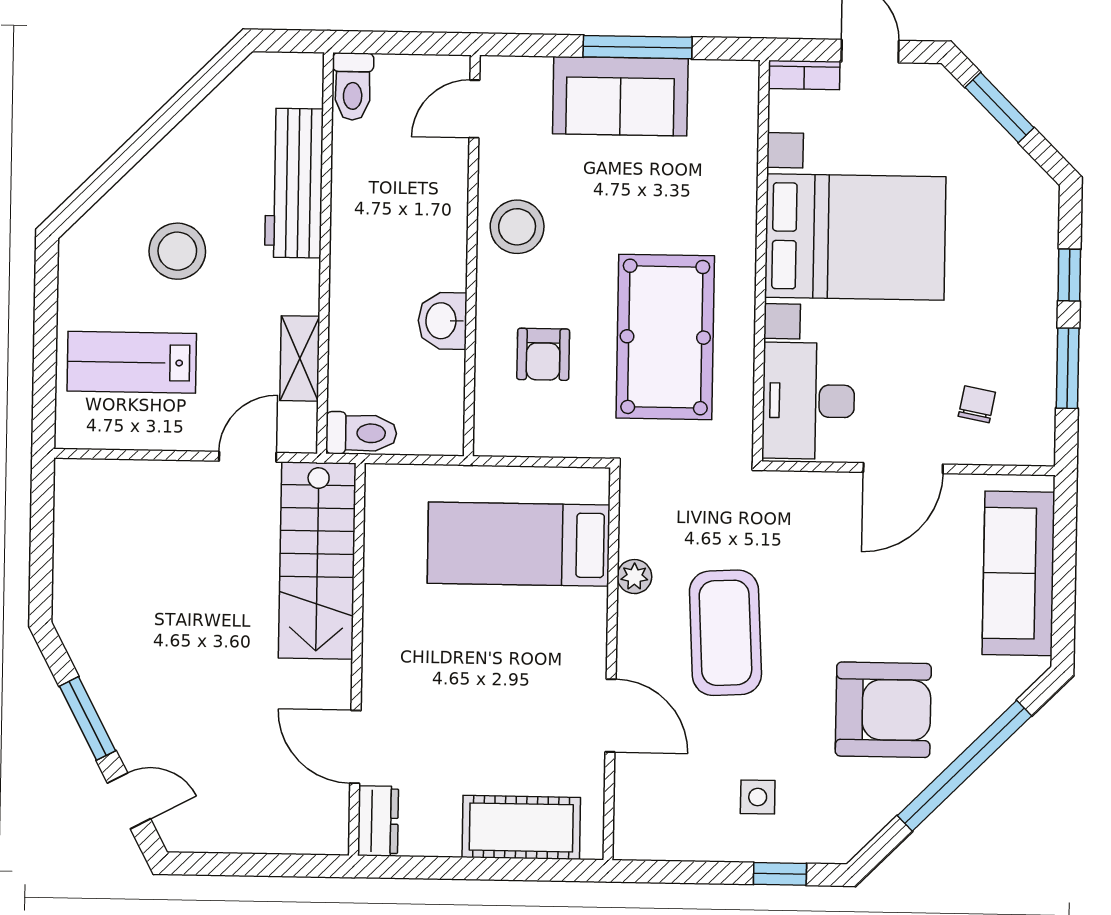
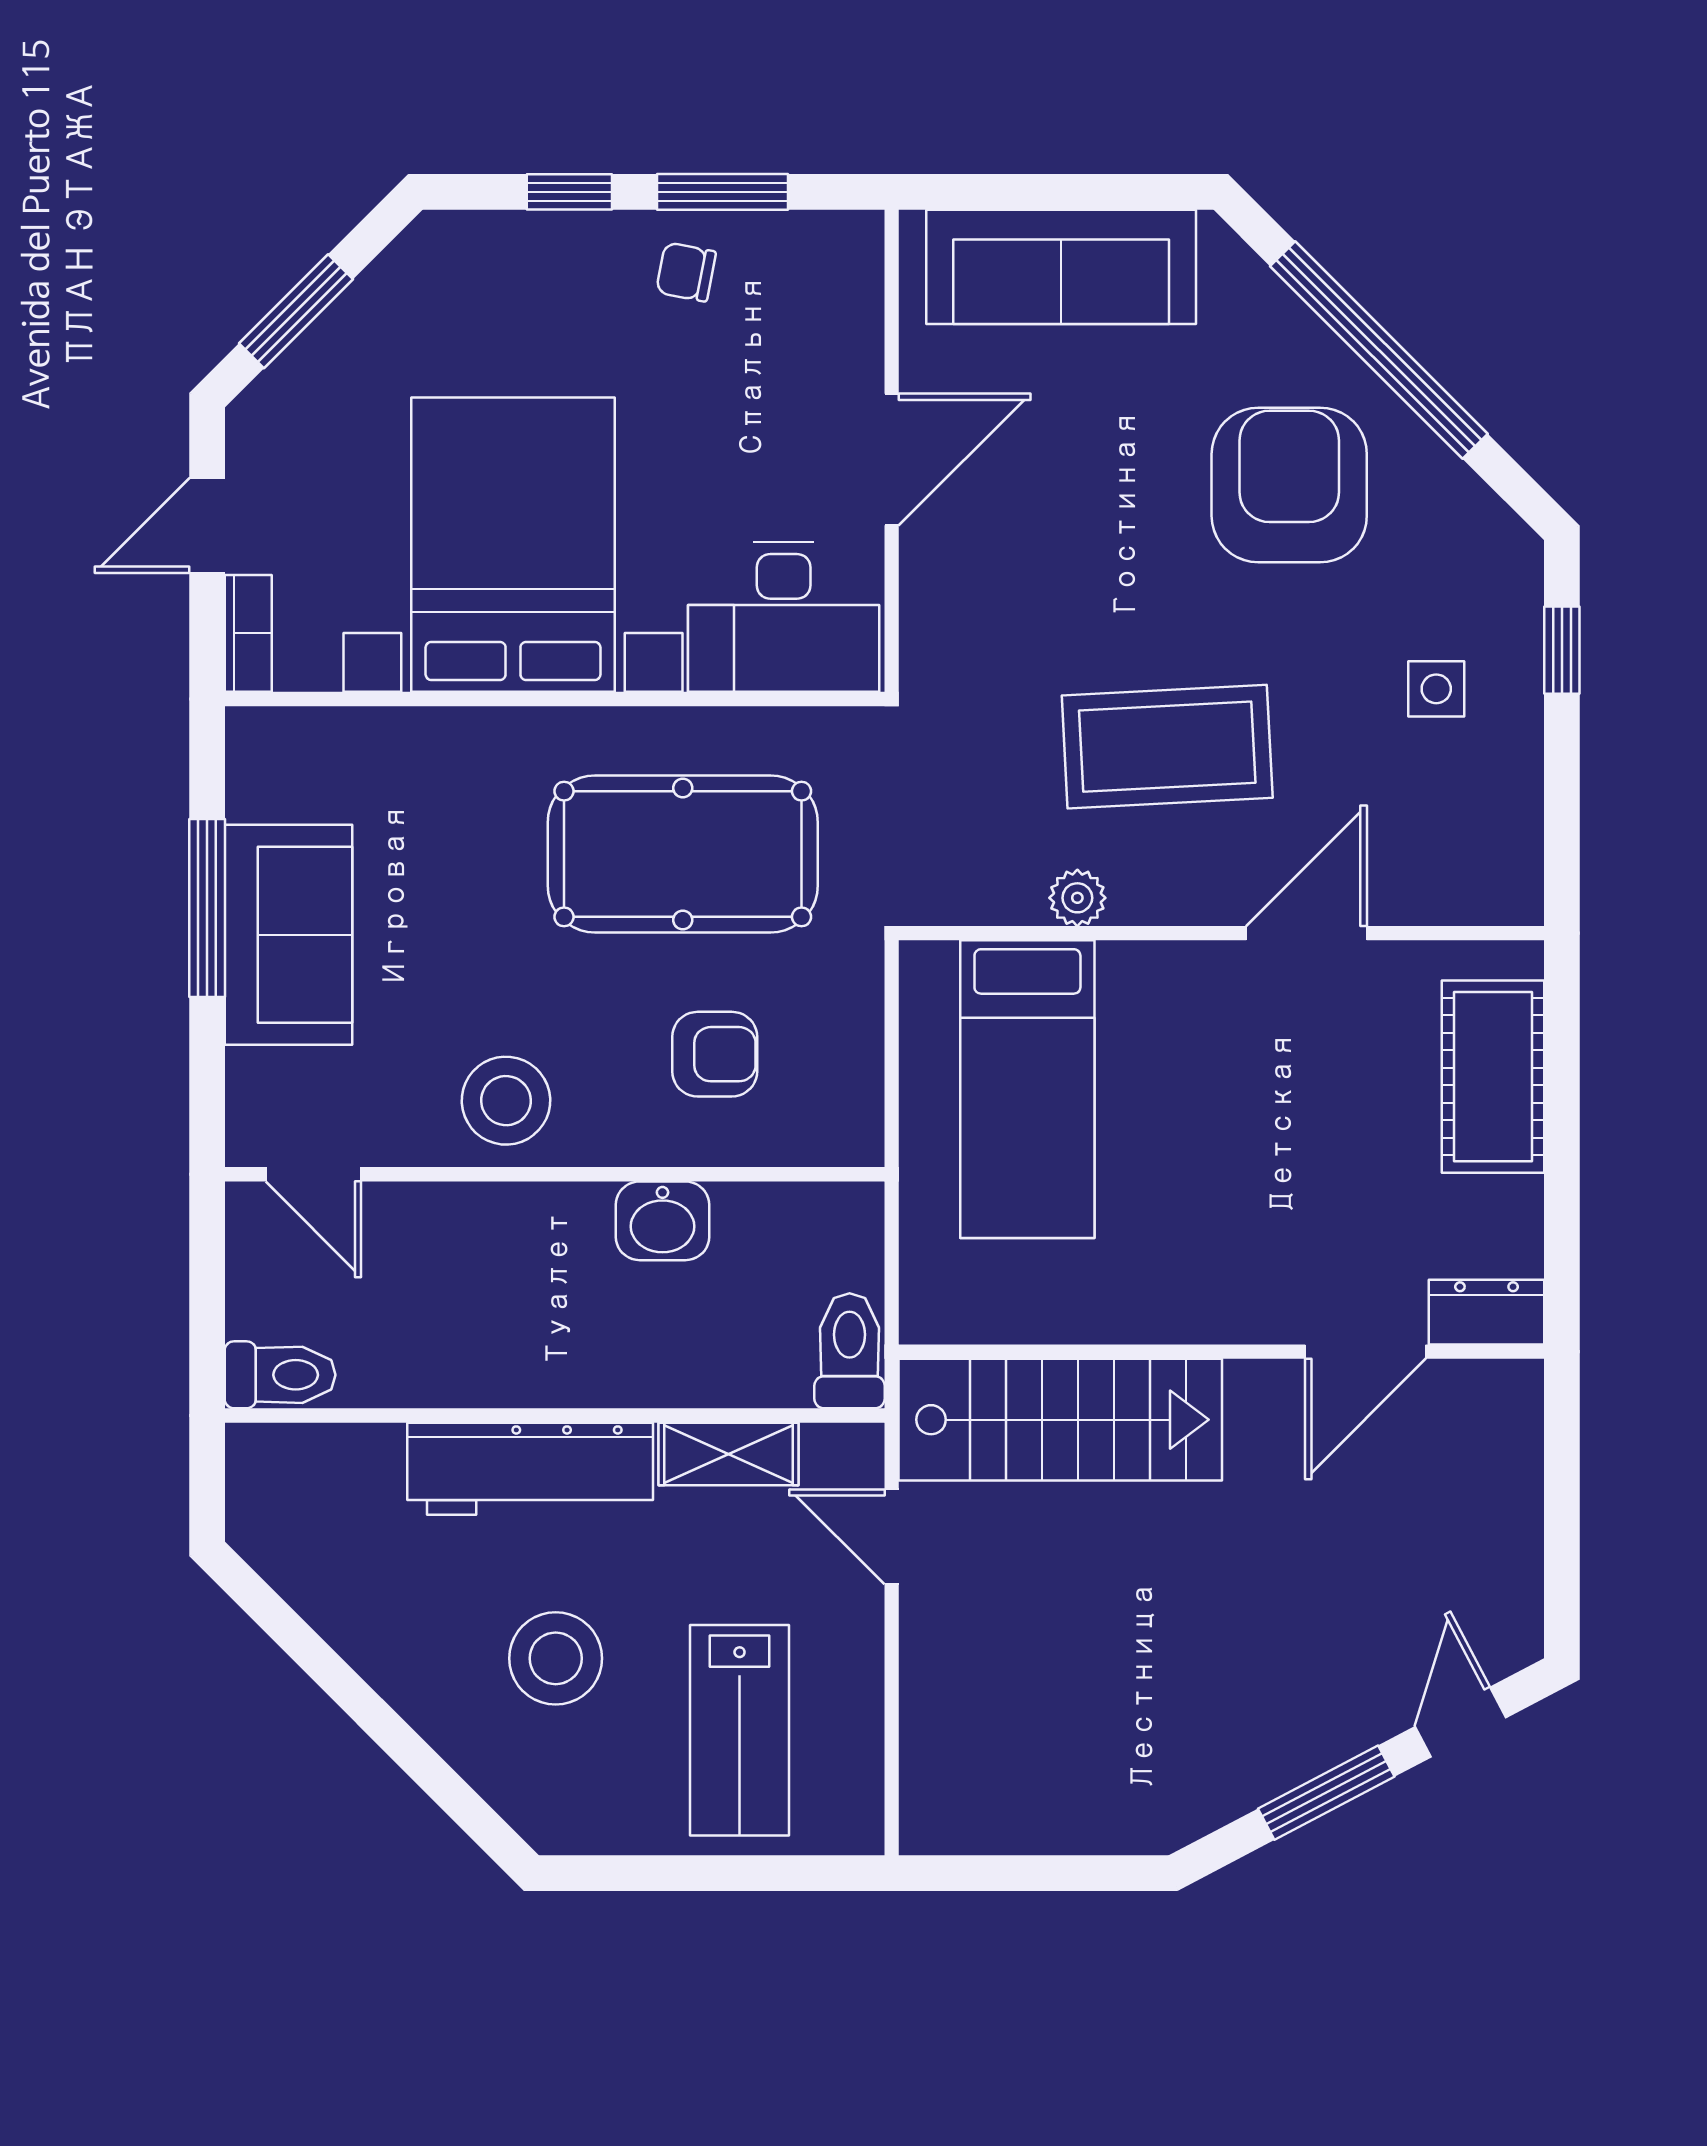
workbench: (294, 183) -> (530, 1469), moved
chair: (977, 404) -> (686, 272), moved
door: (903, 468) -> (892, 459), hinge flipped

